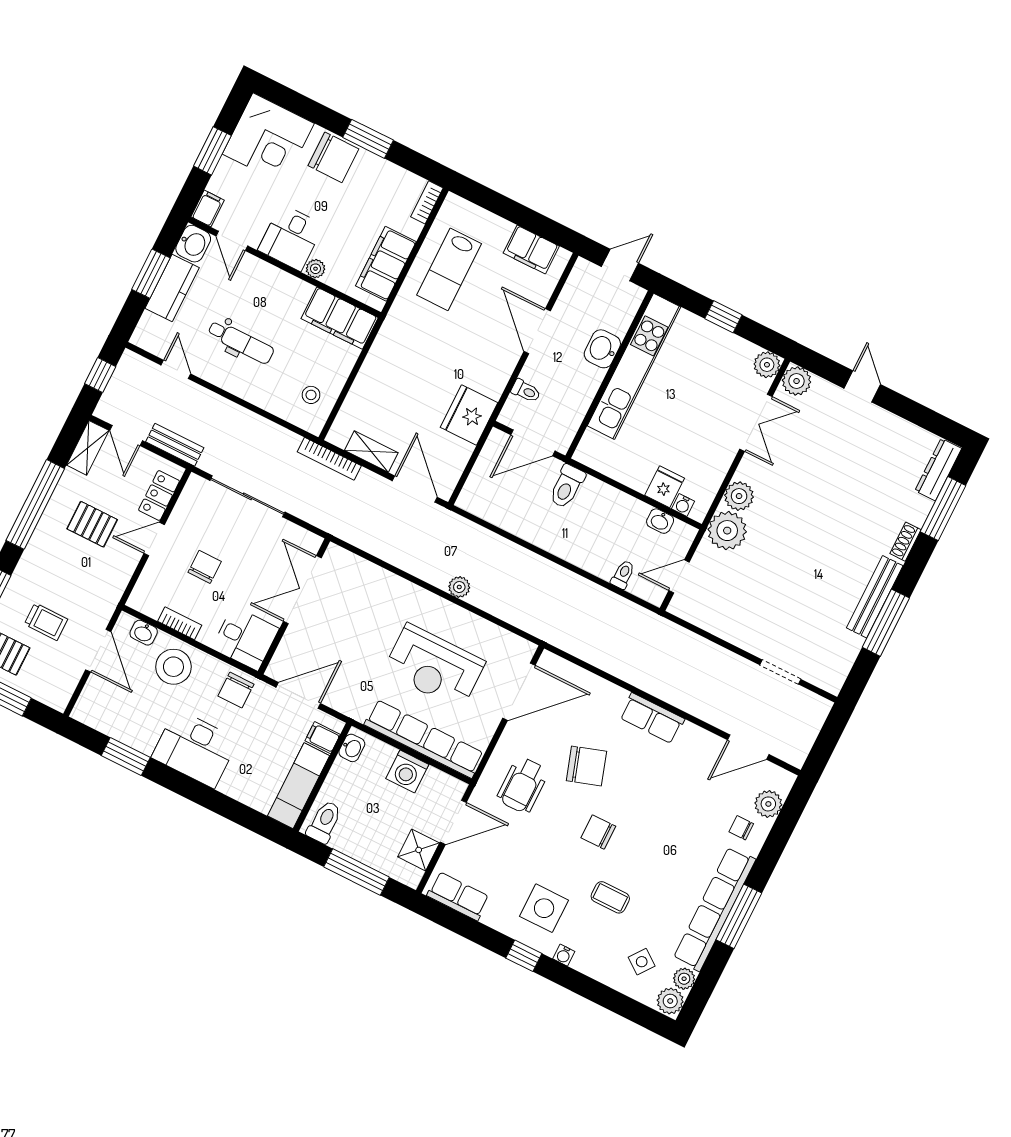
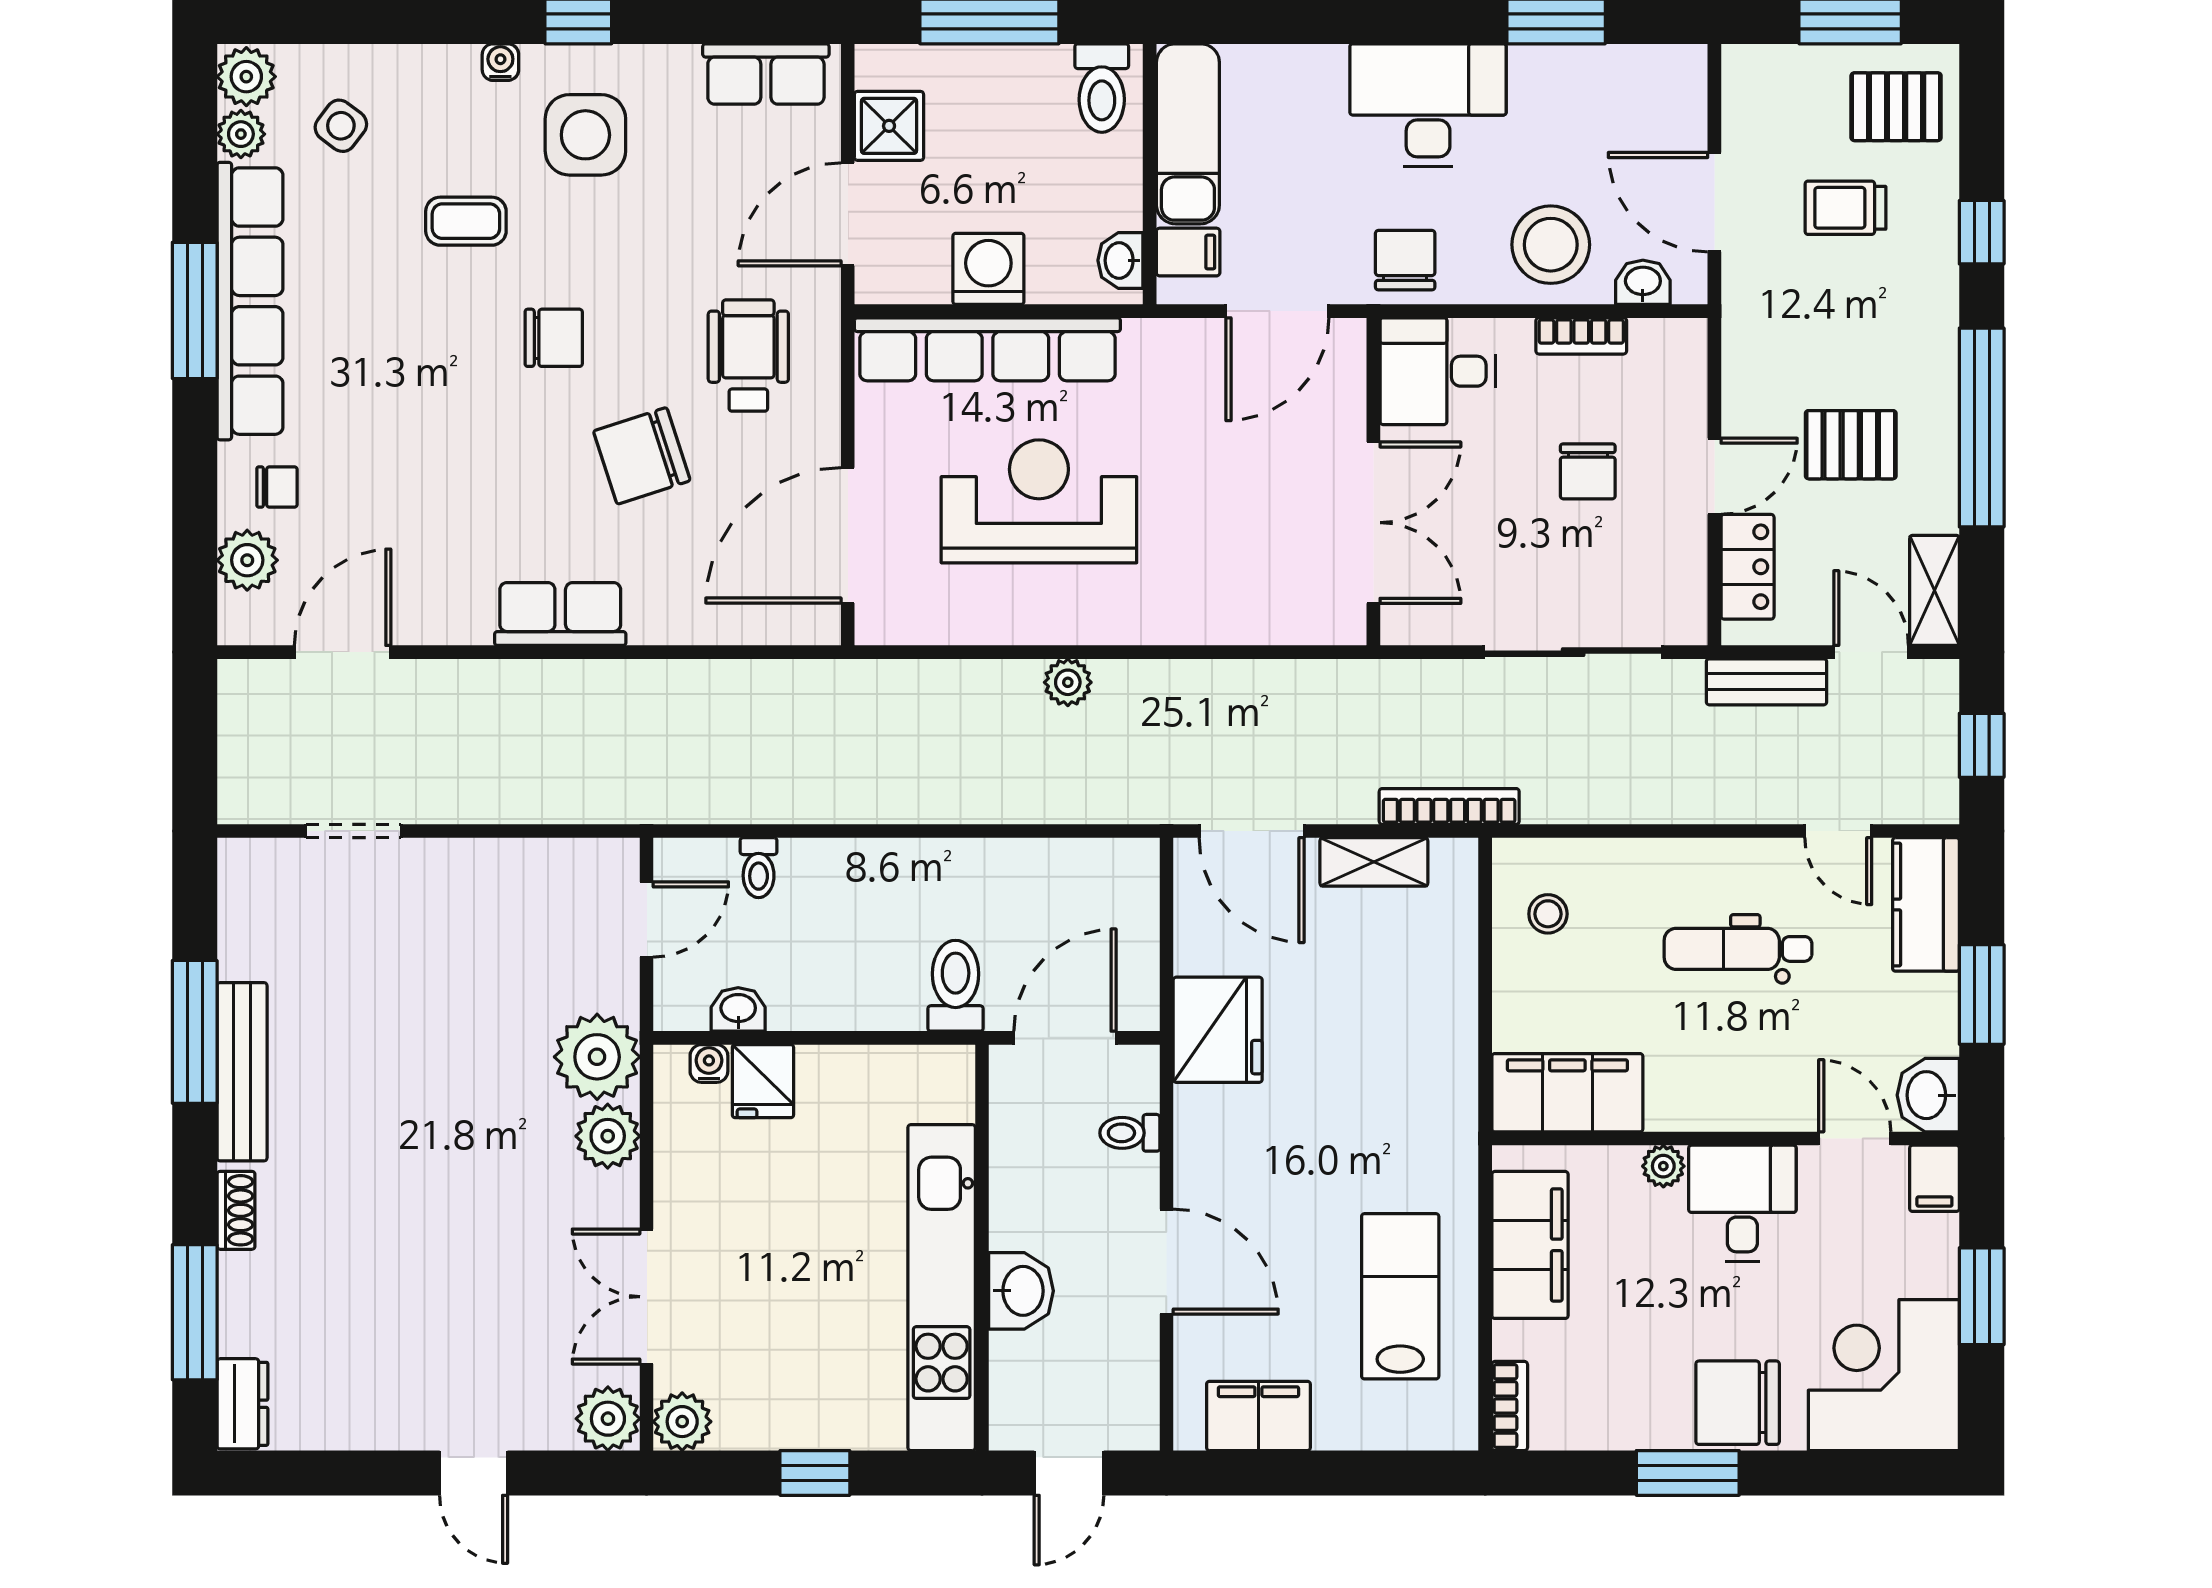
kitchen counter: (172, 288) -> (1926, 904), moved
dresser: (938, 470) -> (242, 1404), width x0.70

